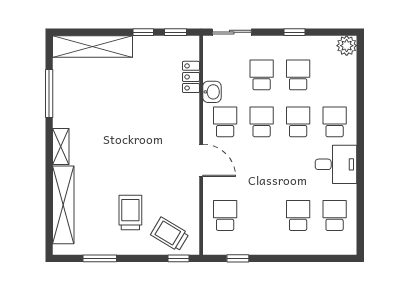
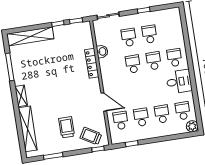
plant: (347, 46) -> (192, 126), moved
locker: (191, 77) -> (92, 63), moved, width x1.53
school desk: (225, 122) -> (141, 117), moved
door: (201, 160) -> (104, 102), moved

